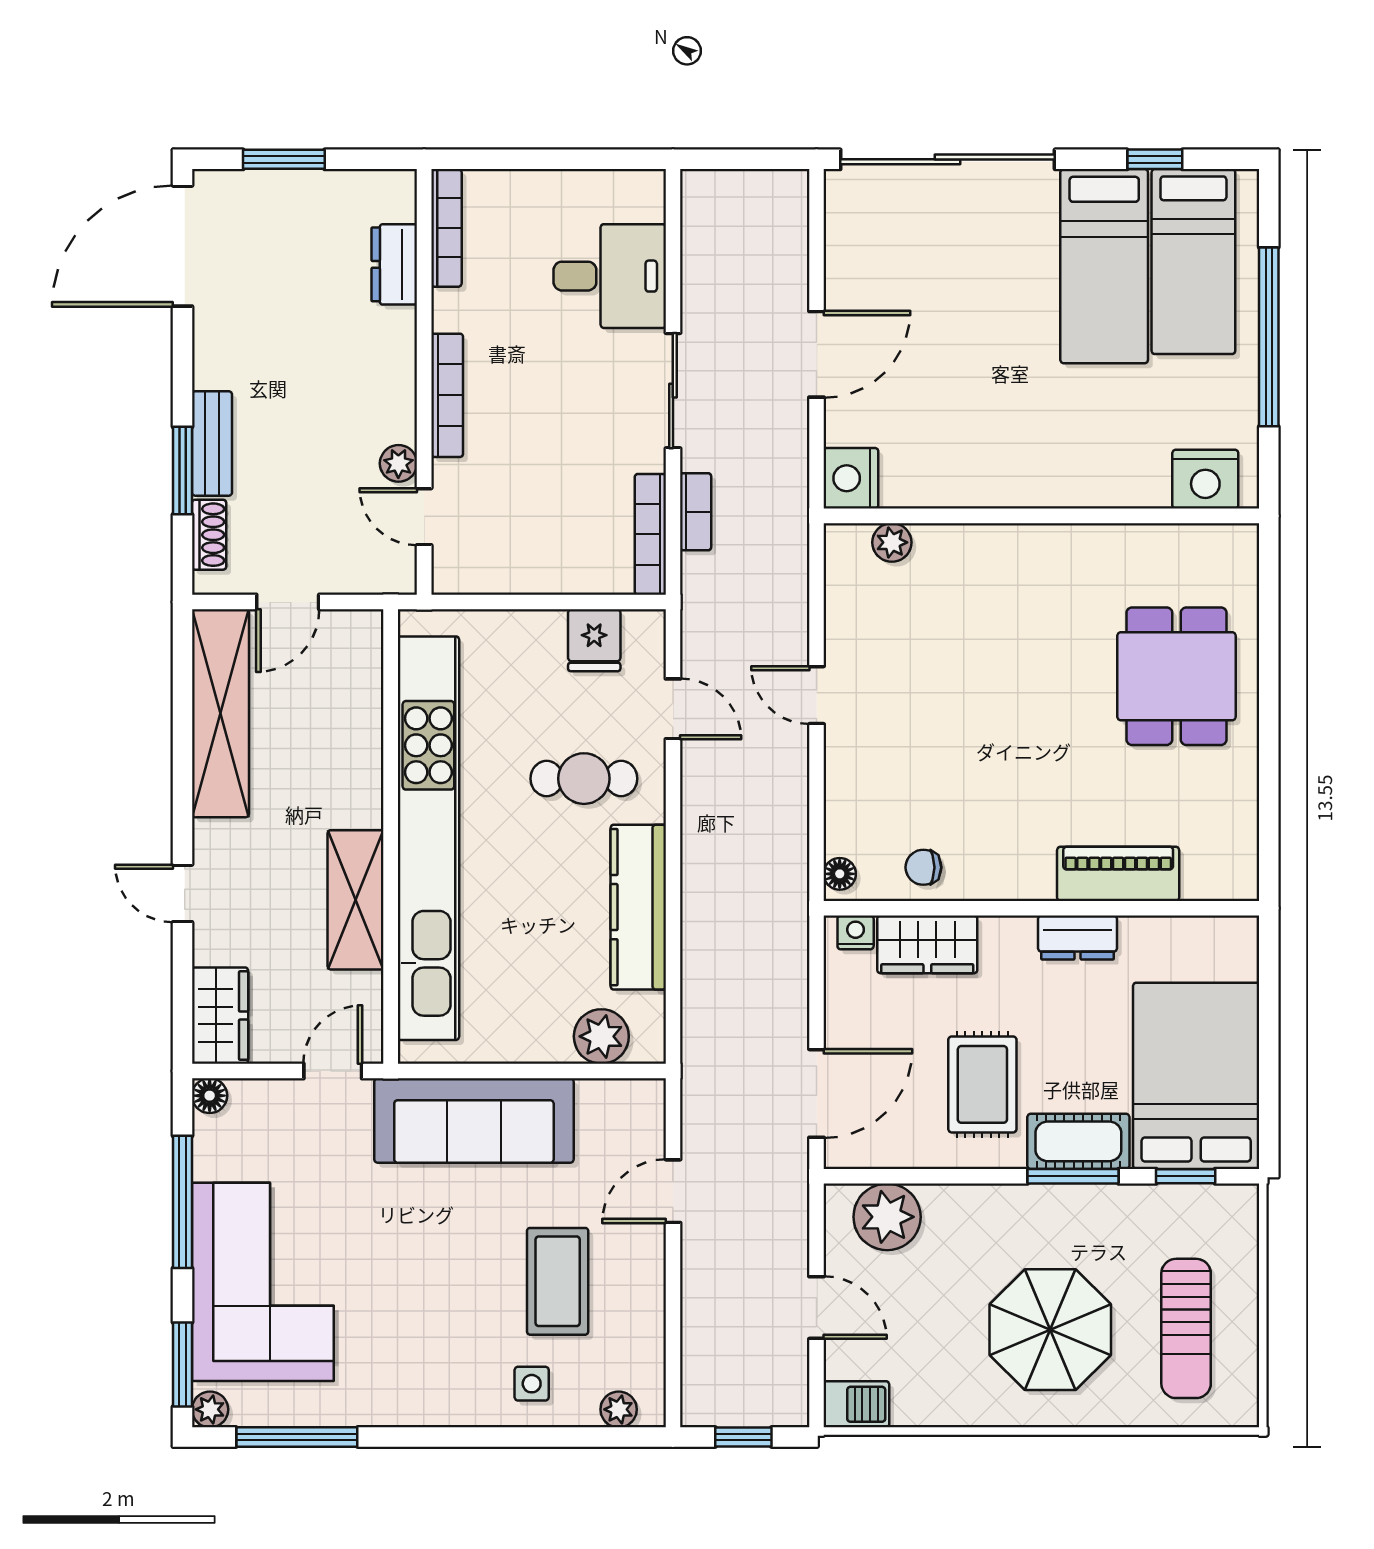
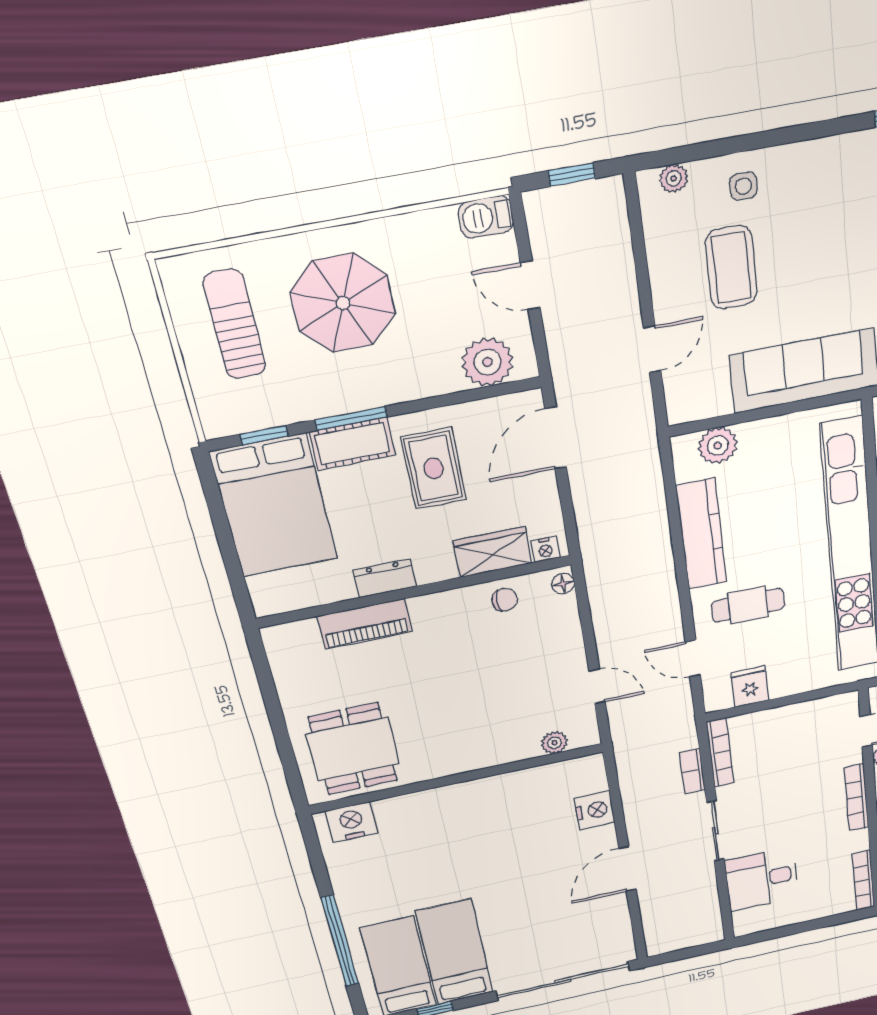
nightstand: (1205, 479) -> (352, 822), moved
wall: (1041, 516) -> (457, 779), moved
plant: (892, 542) -> (554, 743), moved

